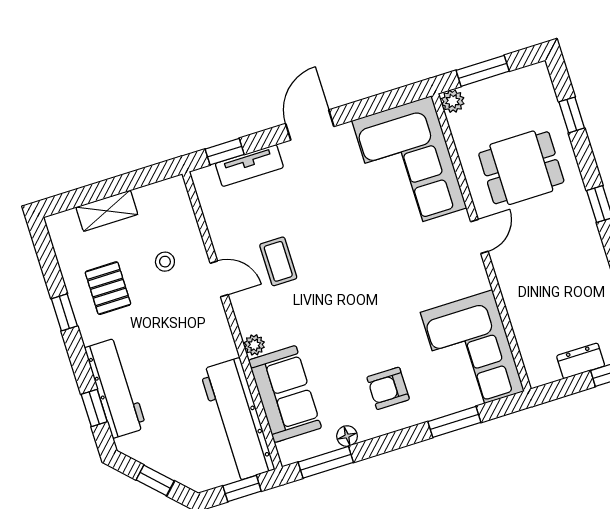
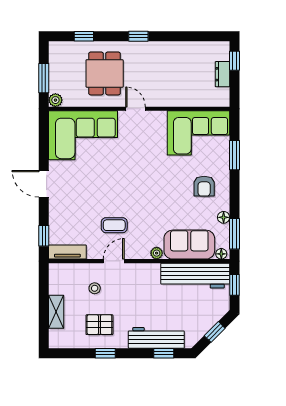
tv unit: (249, 166) -> (67, 252), moved, turned -90
floor lamp: (286, 451) -> (221, 254), added

